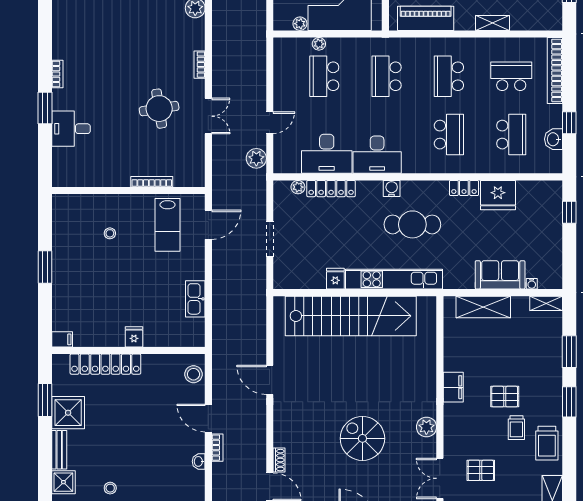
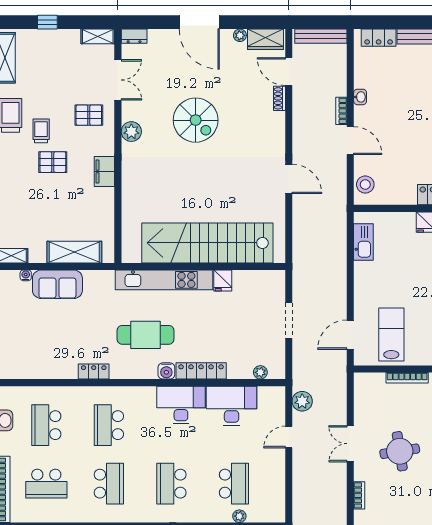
school desk: (387, 76) -> (171, 484), turned 180
locker: (331, 189) -> (201, 371), moved
fridge: (498, 195) -> (60, 364), removed
kitchen sink: (195, 299) -> (363, 242), moved
pallet: (481, 470) -> (89, 115), moved

